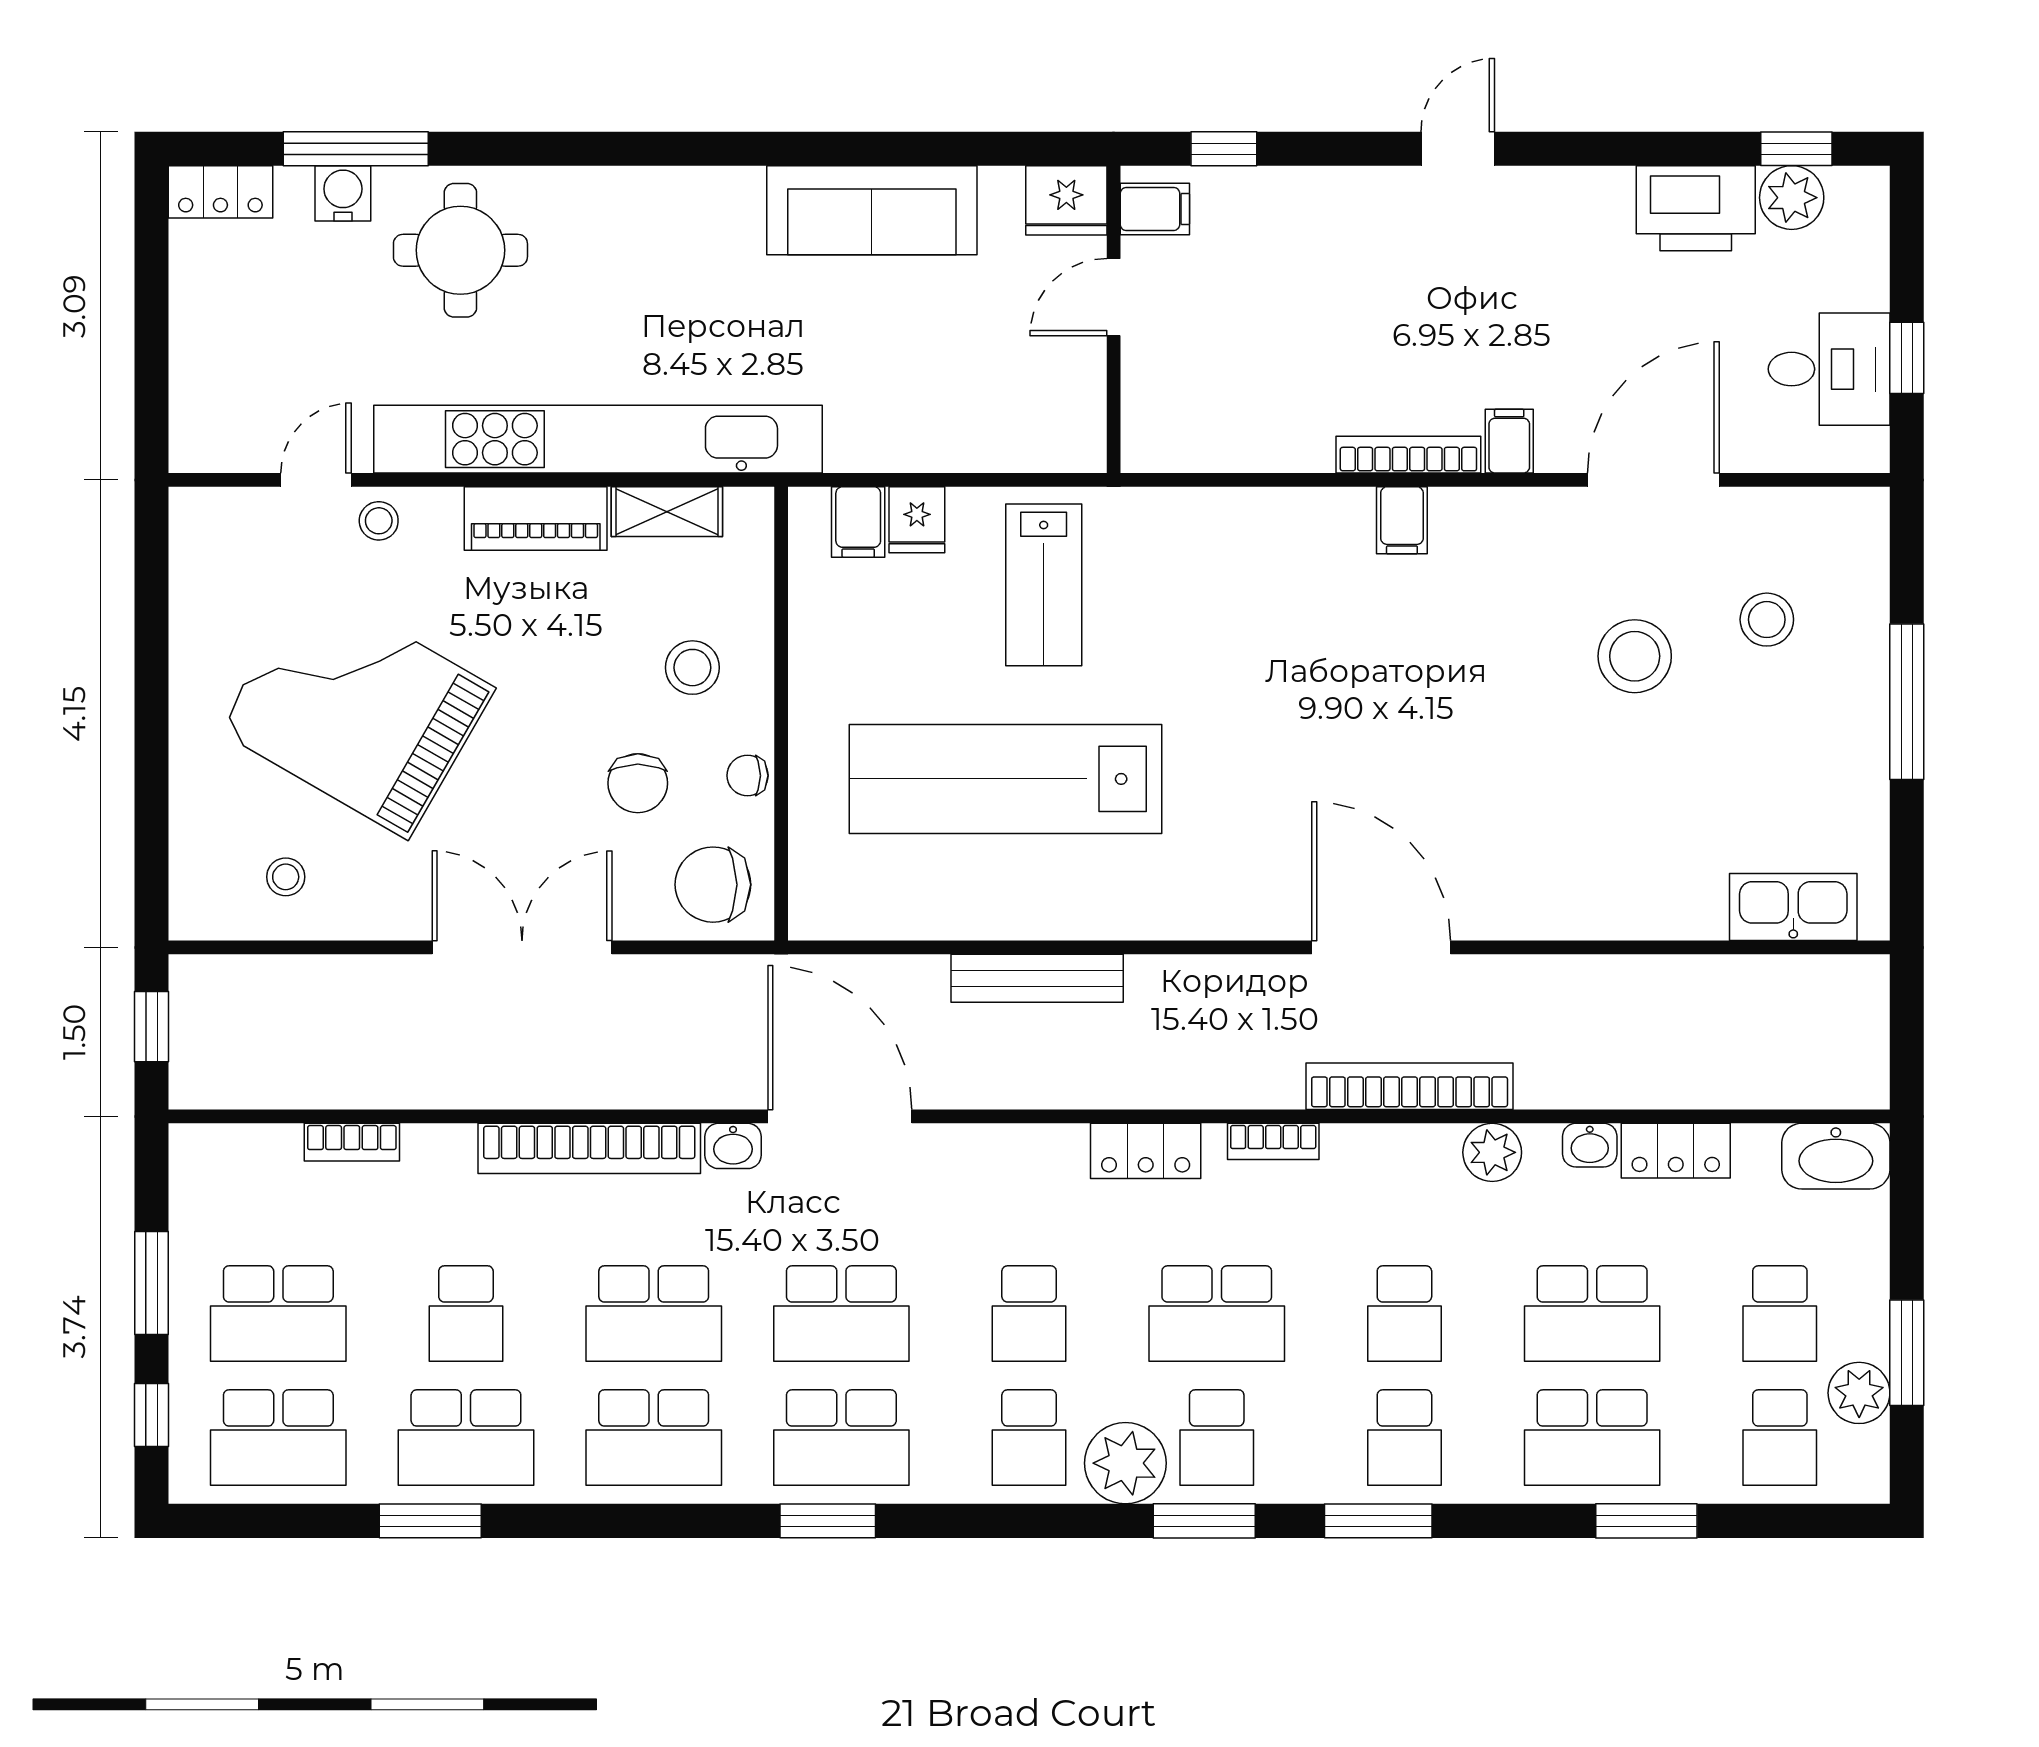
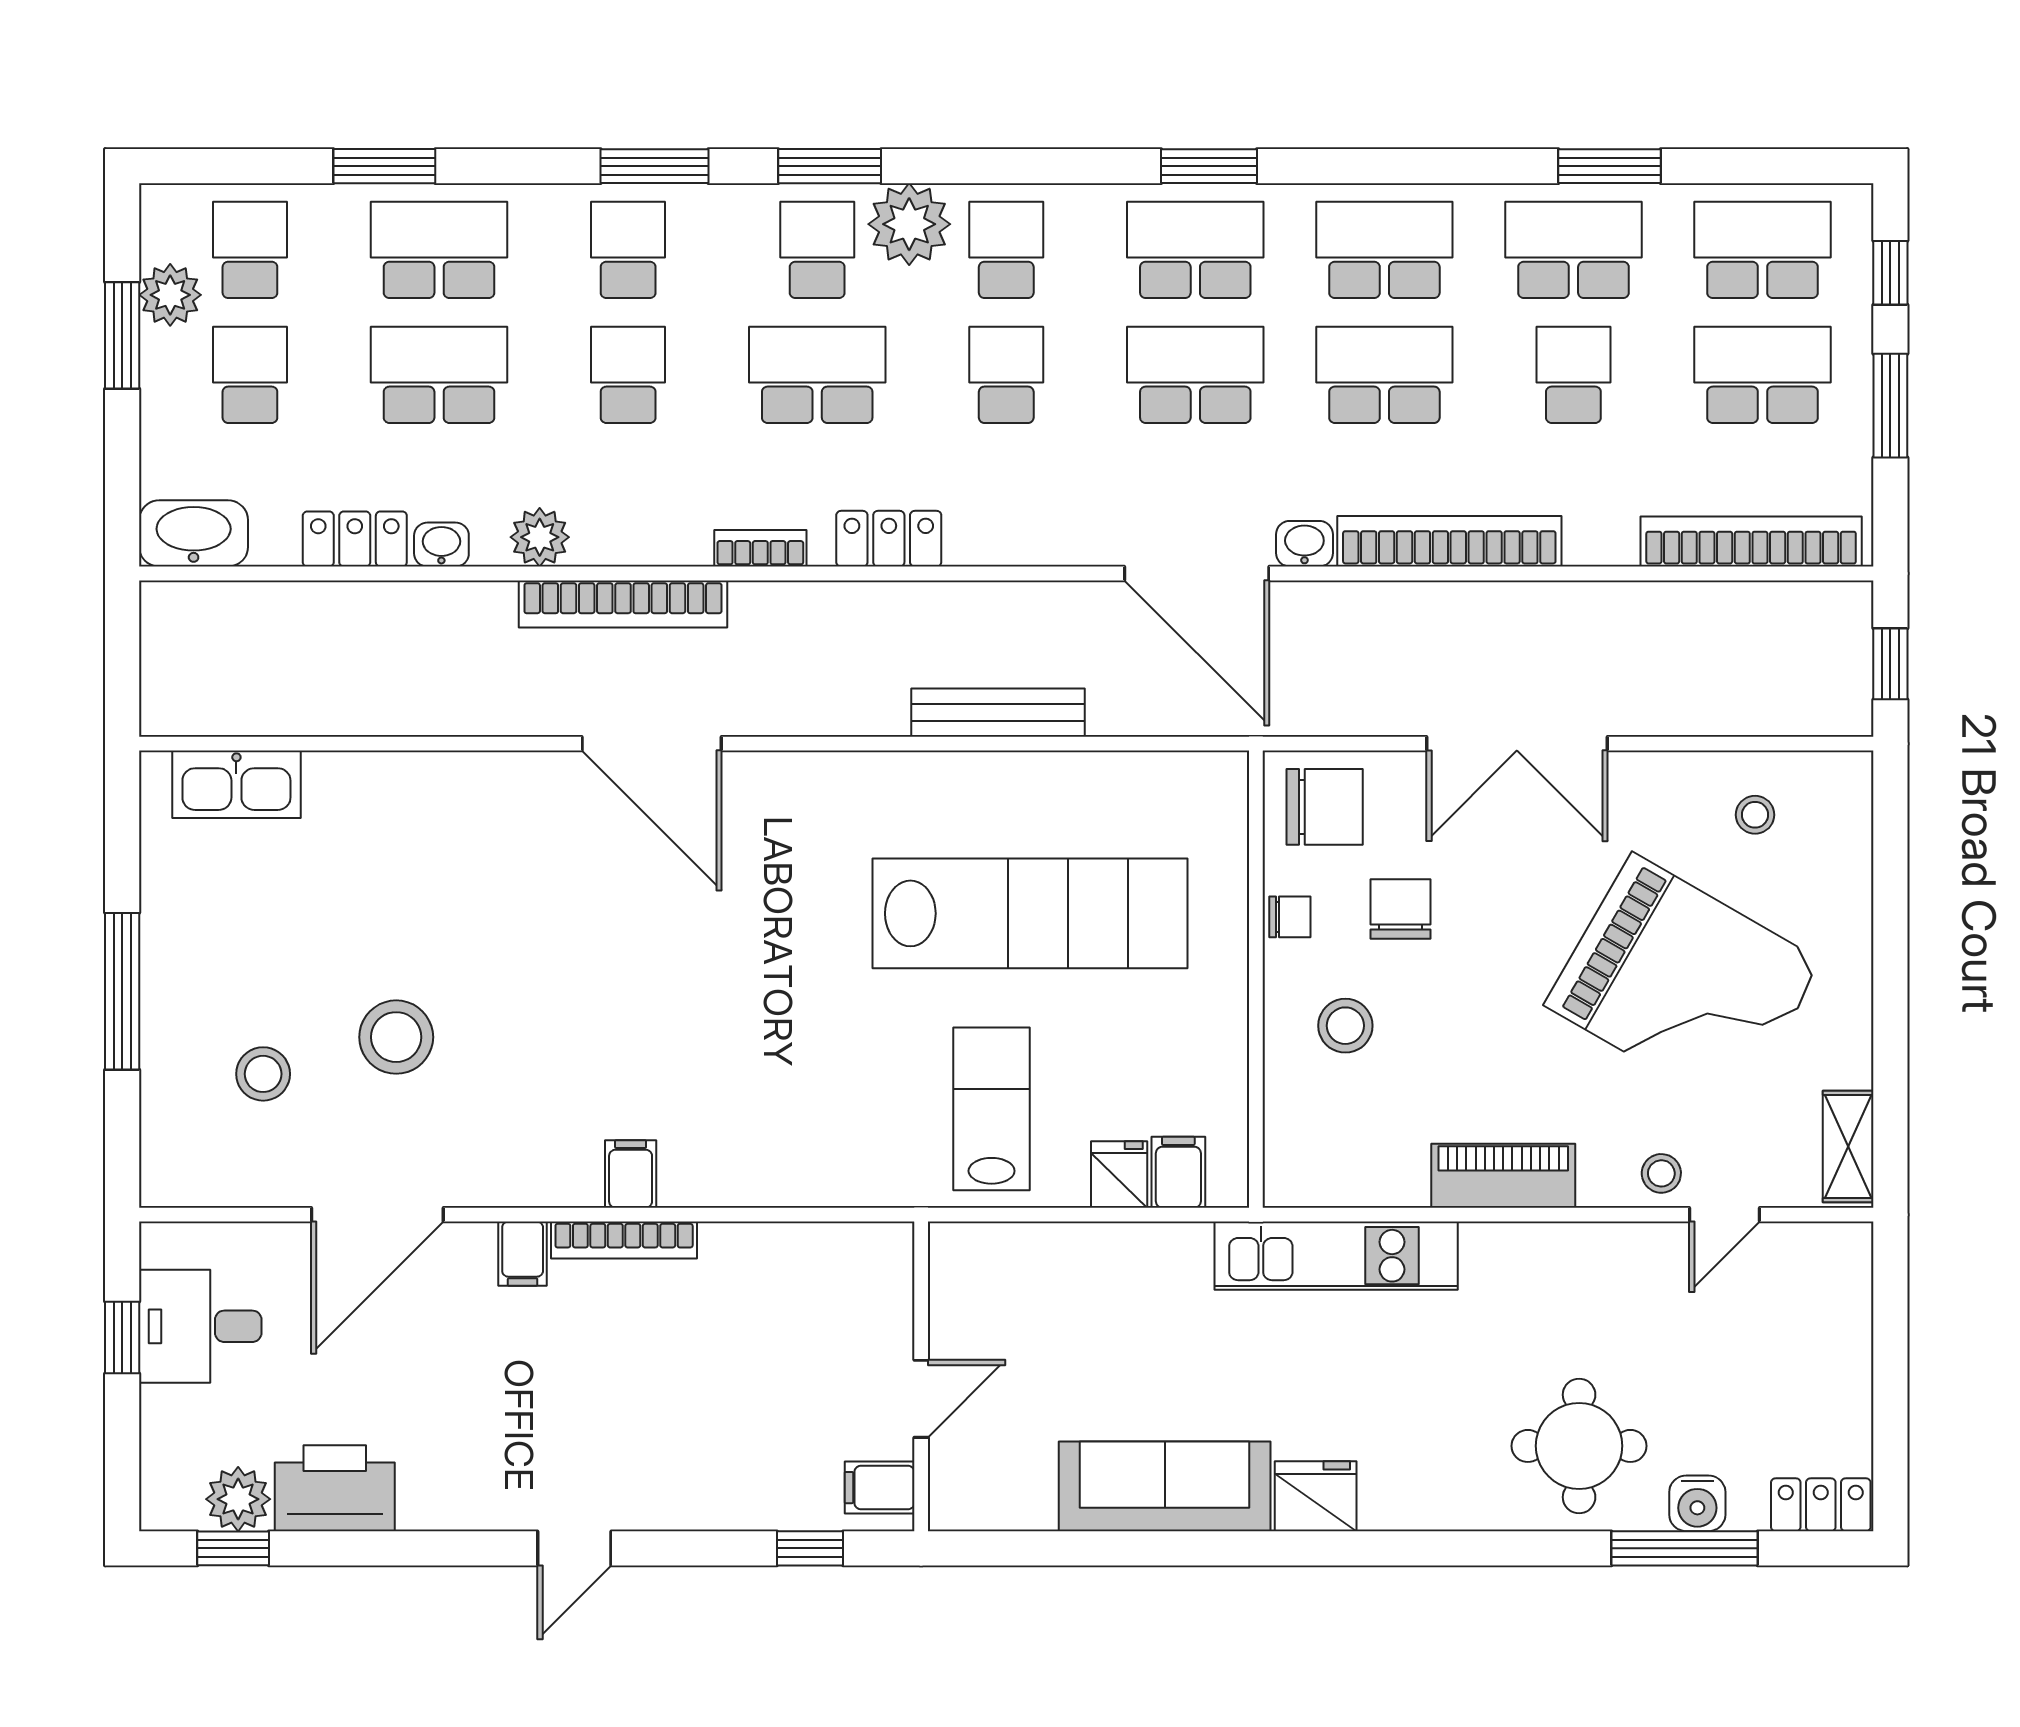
fridge: (1066, 200) -> (1316, 1496), moved
kitchen unit: (598, 439) -> (1336, 1256), width x0.54
shelving: (667, 512) -> (1848, 1146), moved, turned 90
bookcase: (352, 1142) -> (1751, 542), width x2.31, depth x1.31

